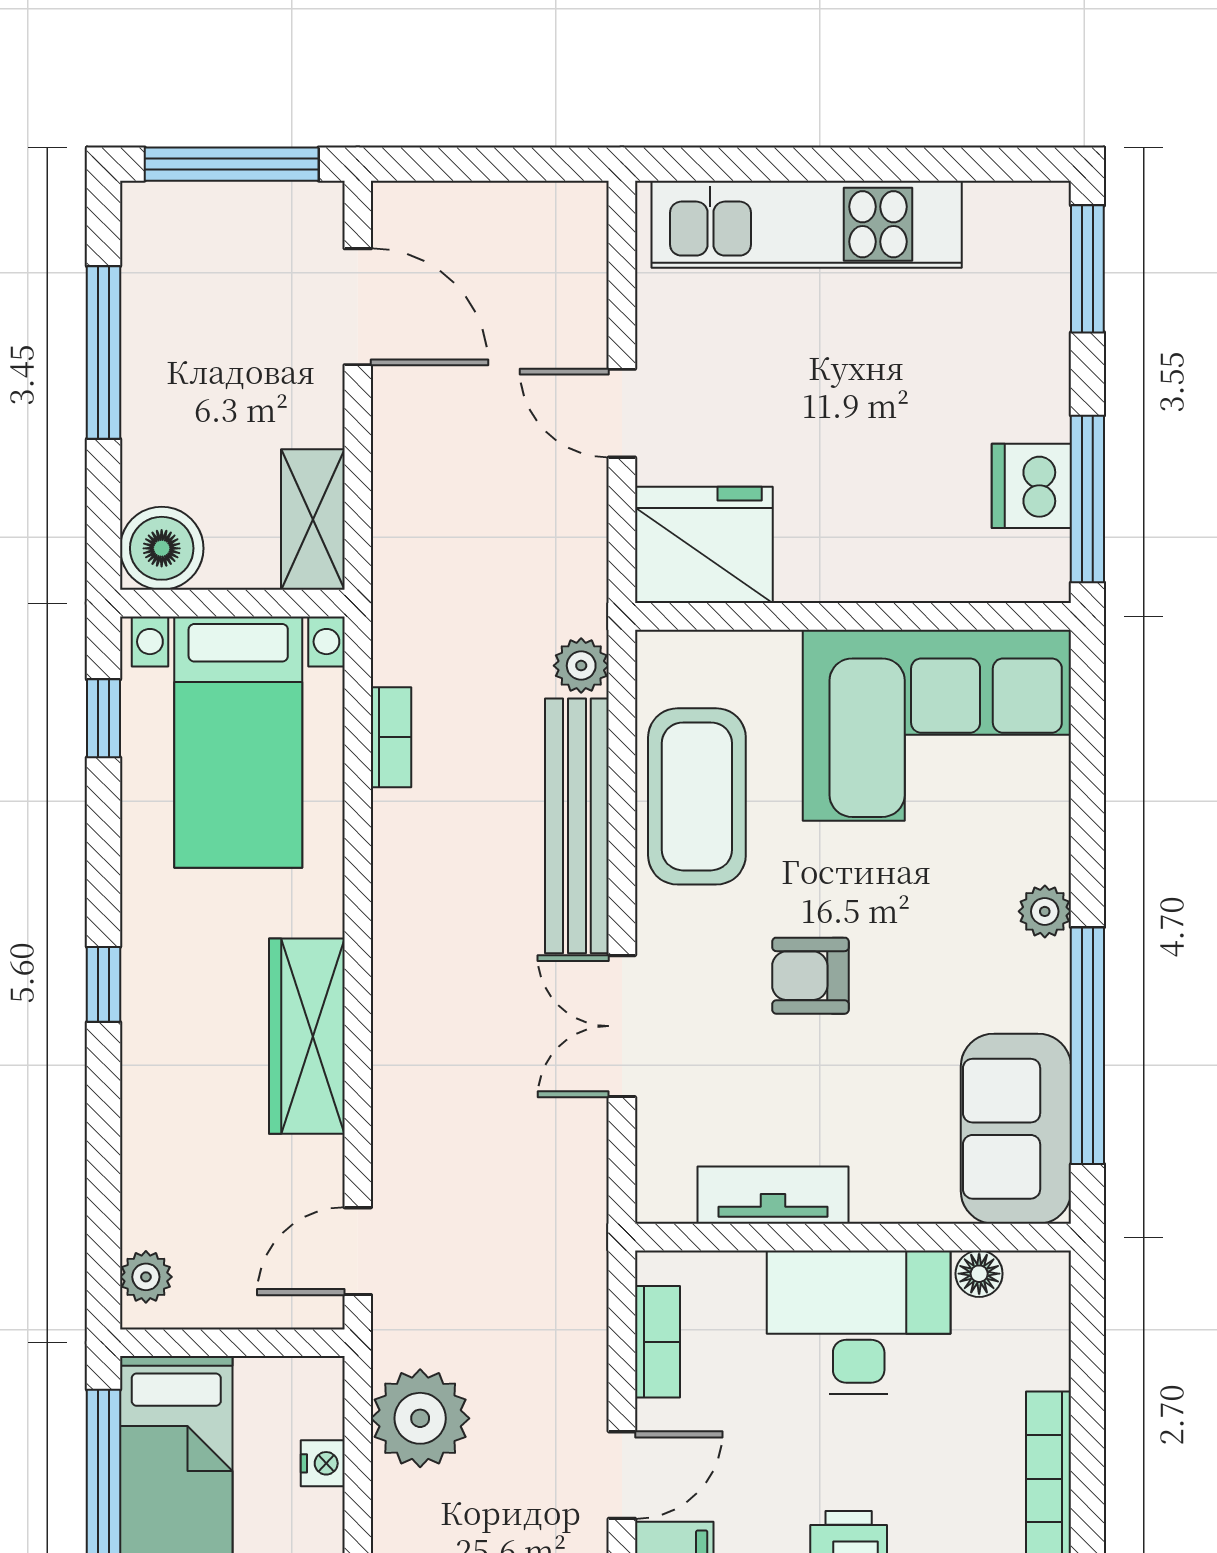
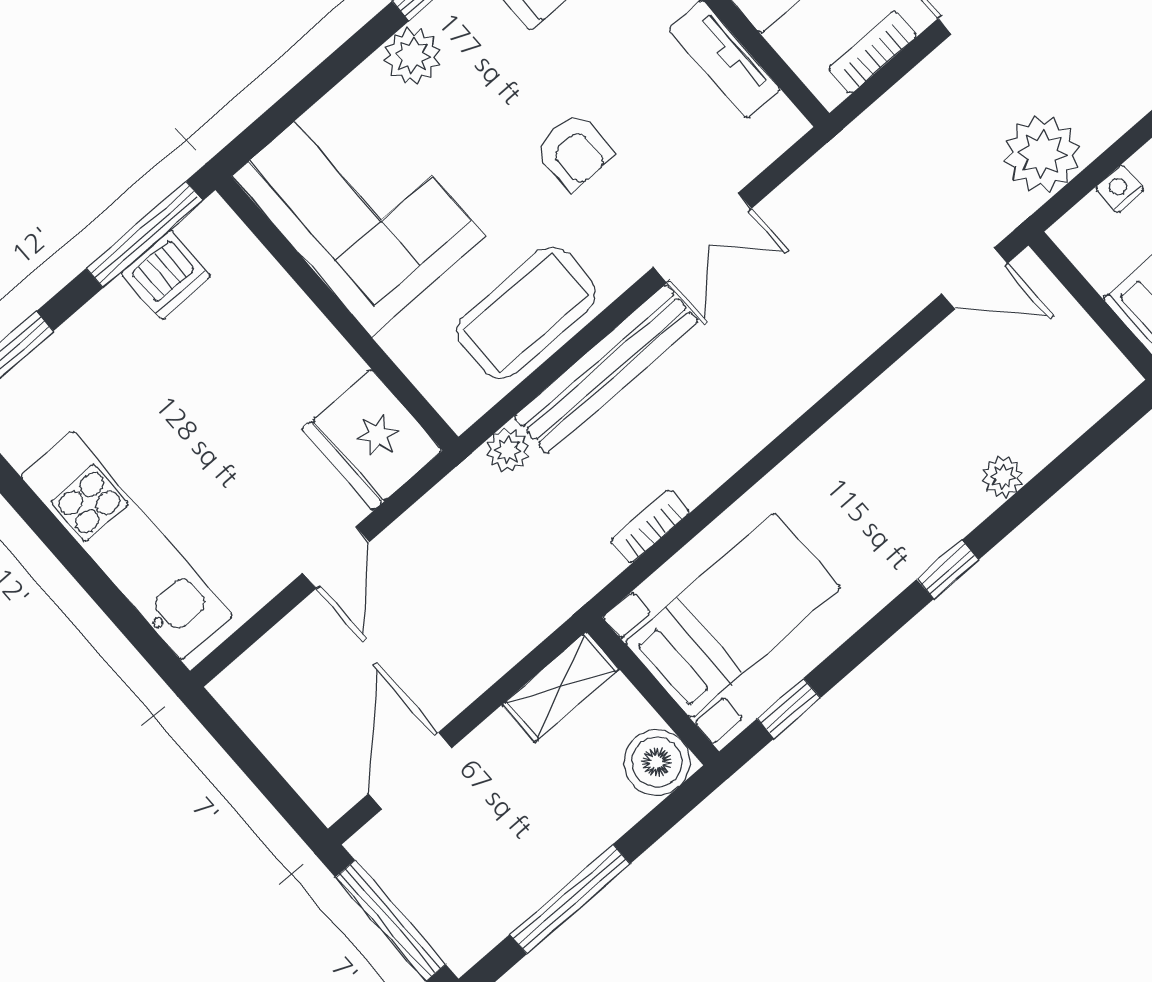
plant: (1045, 911) -> (413, 56), width x1.38, depth x1.38
wardrobe: (307, 1036) -> (873, 421), removed
plant: (146, 1277) -> (1003, 477), moved

